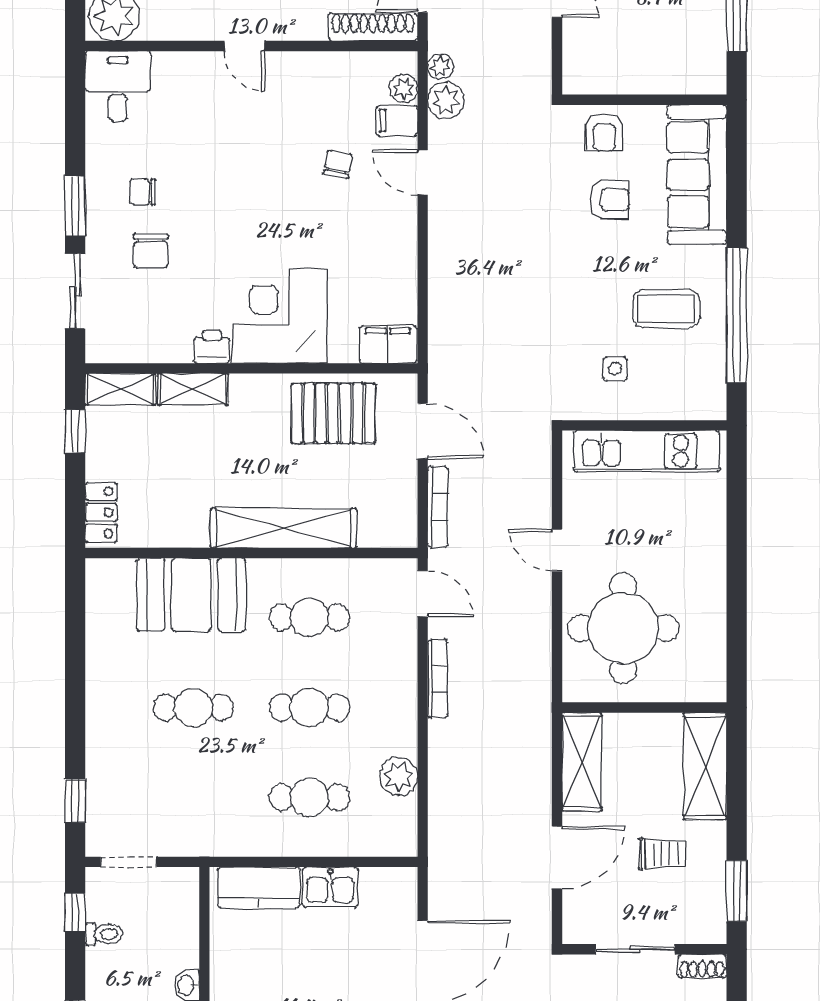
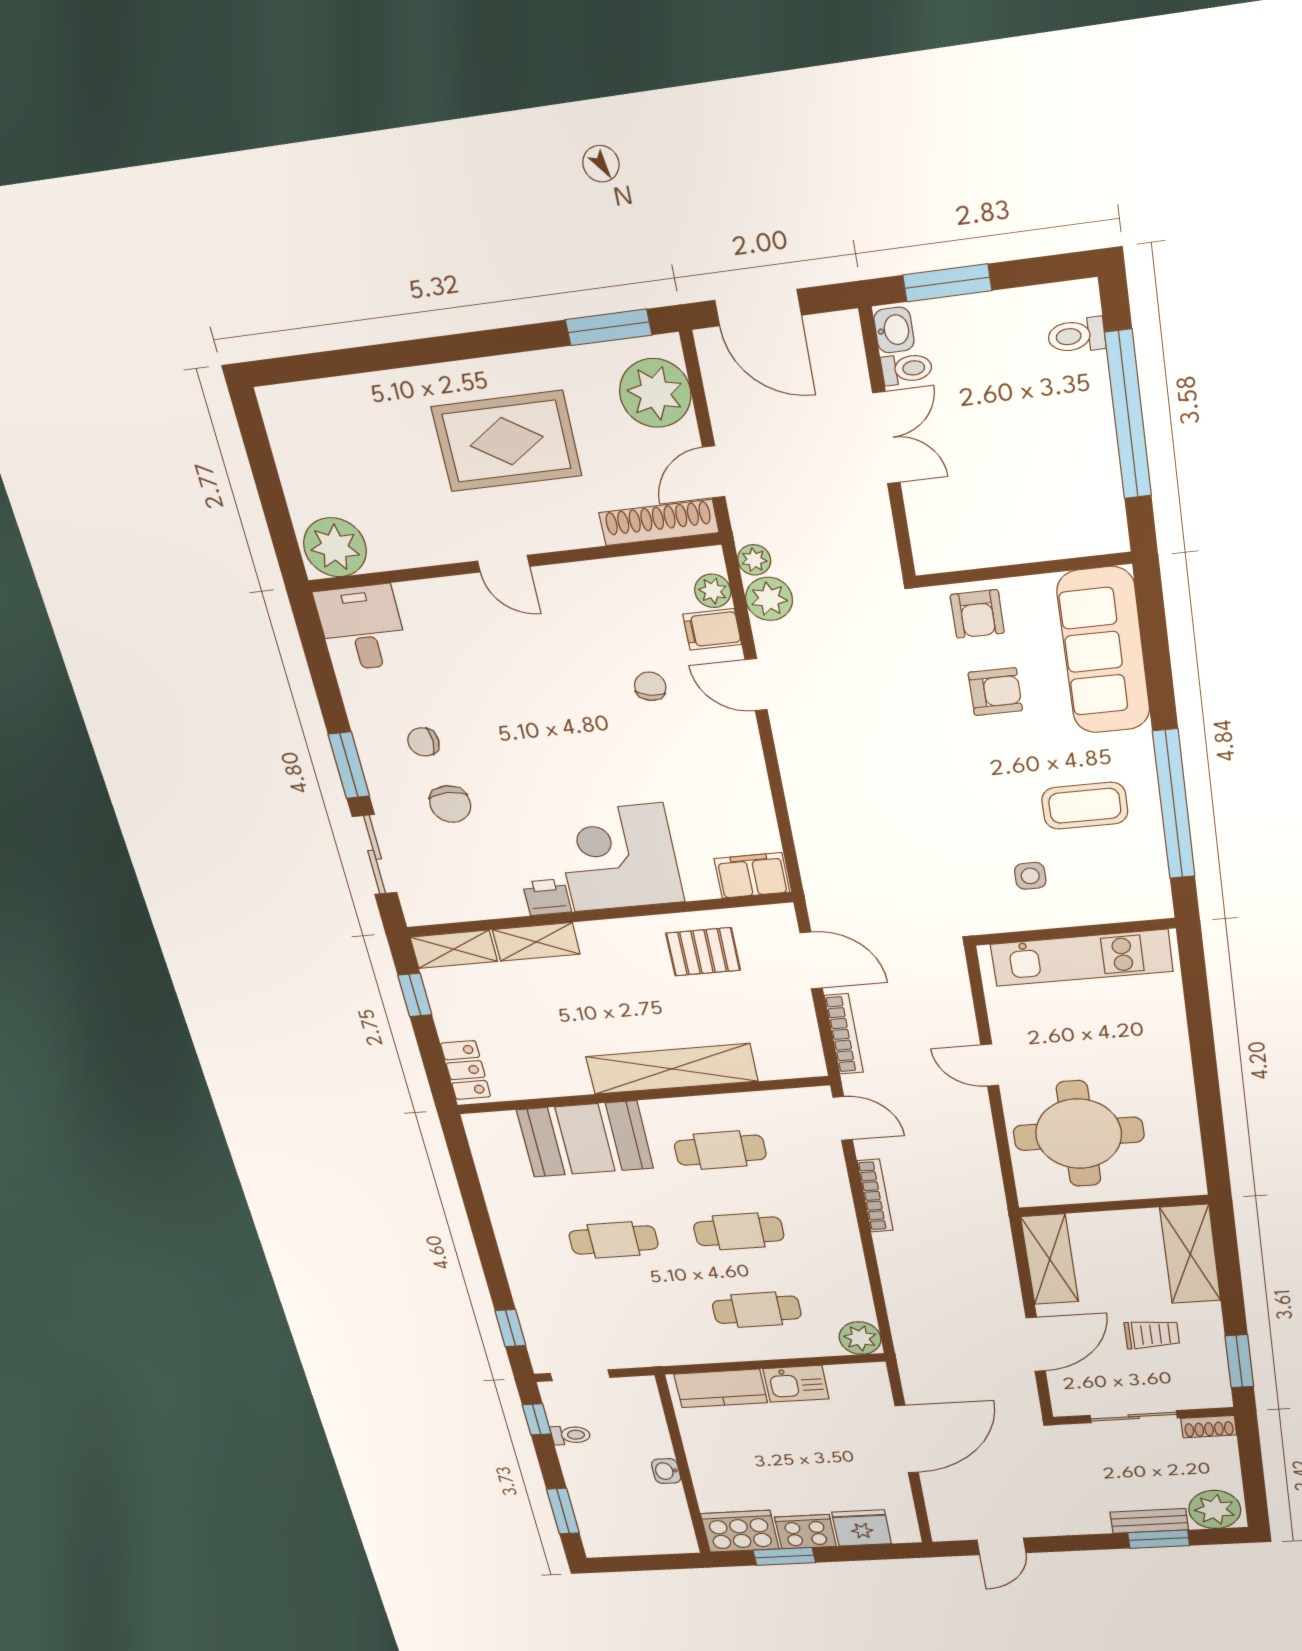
pallet: (333, 413) -> (703, 952), width x0.67, depth x0.71
plant: (399, 777) -> (860, 1338), moved

